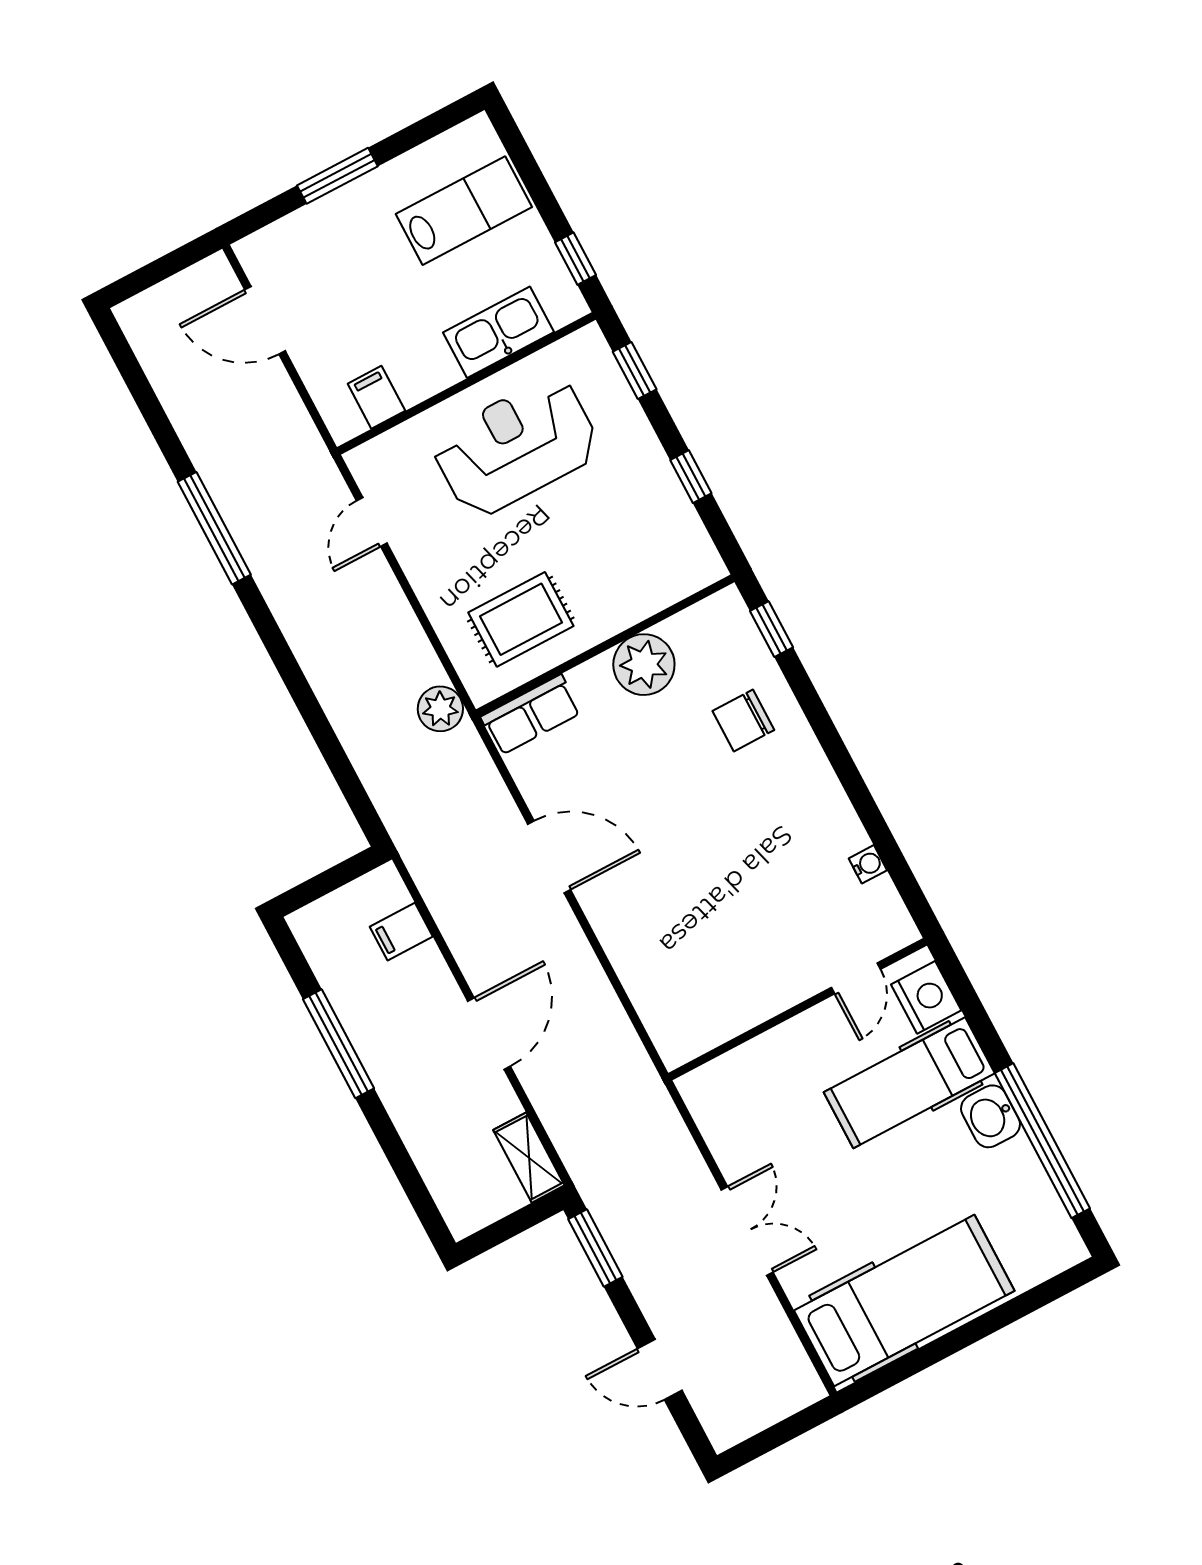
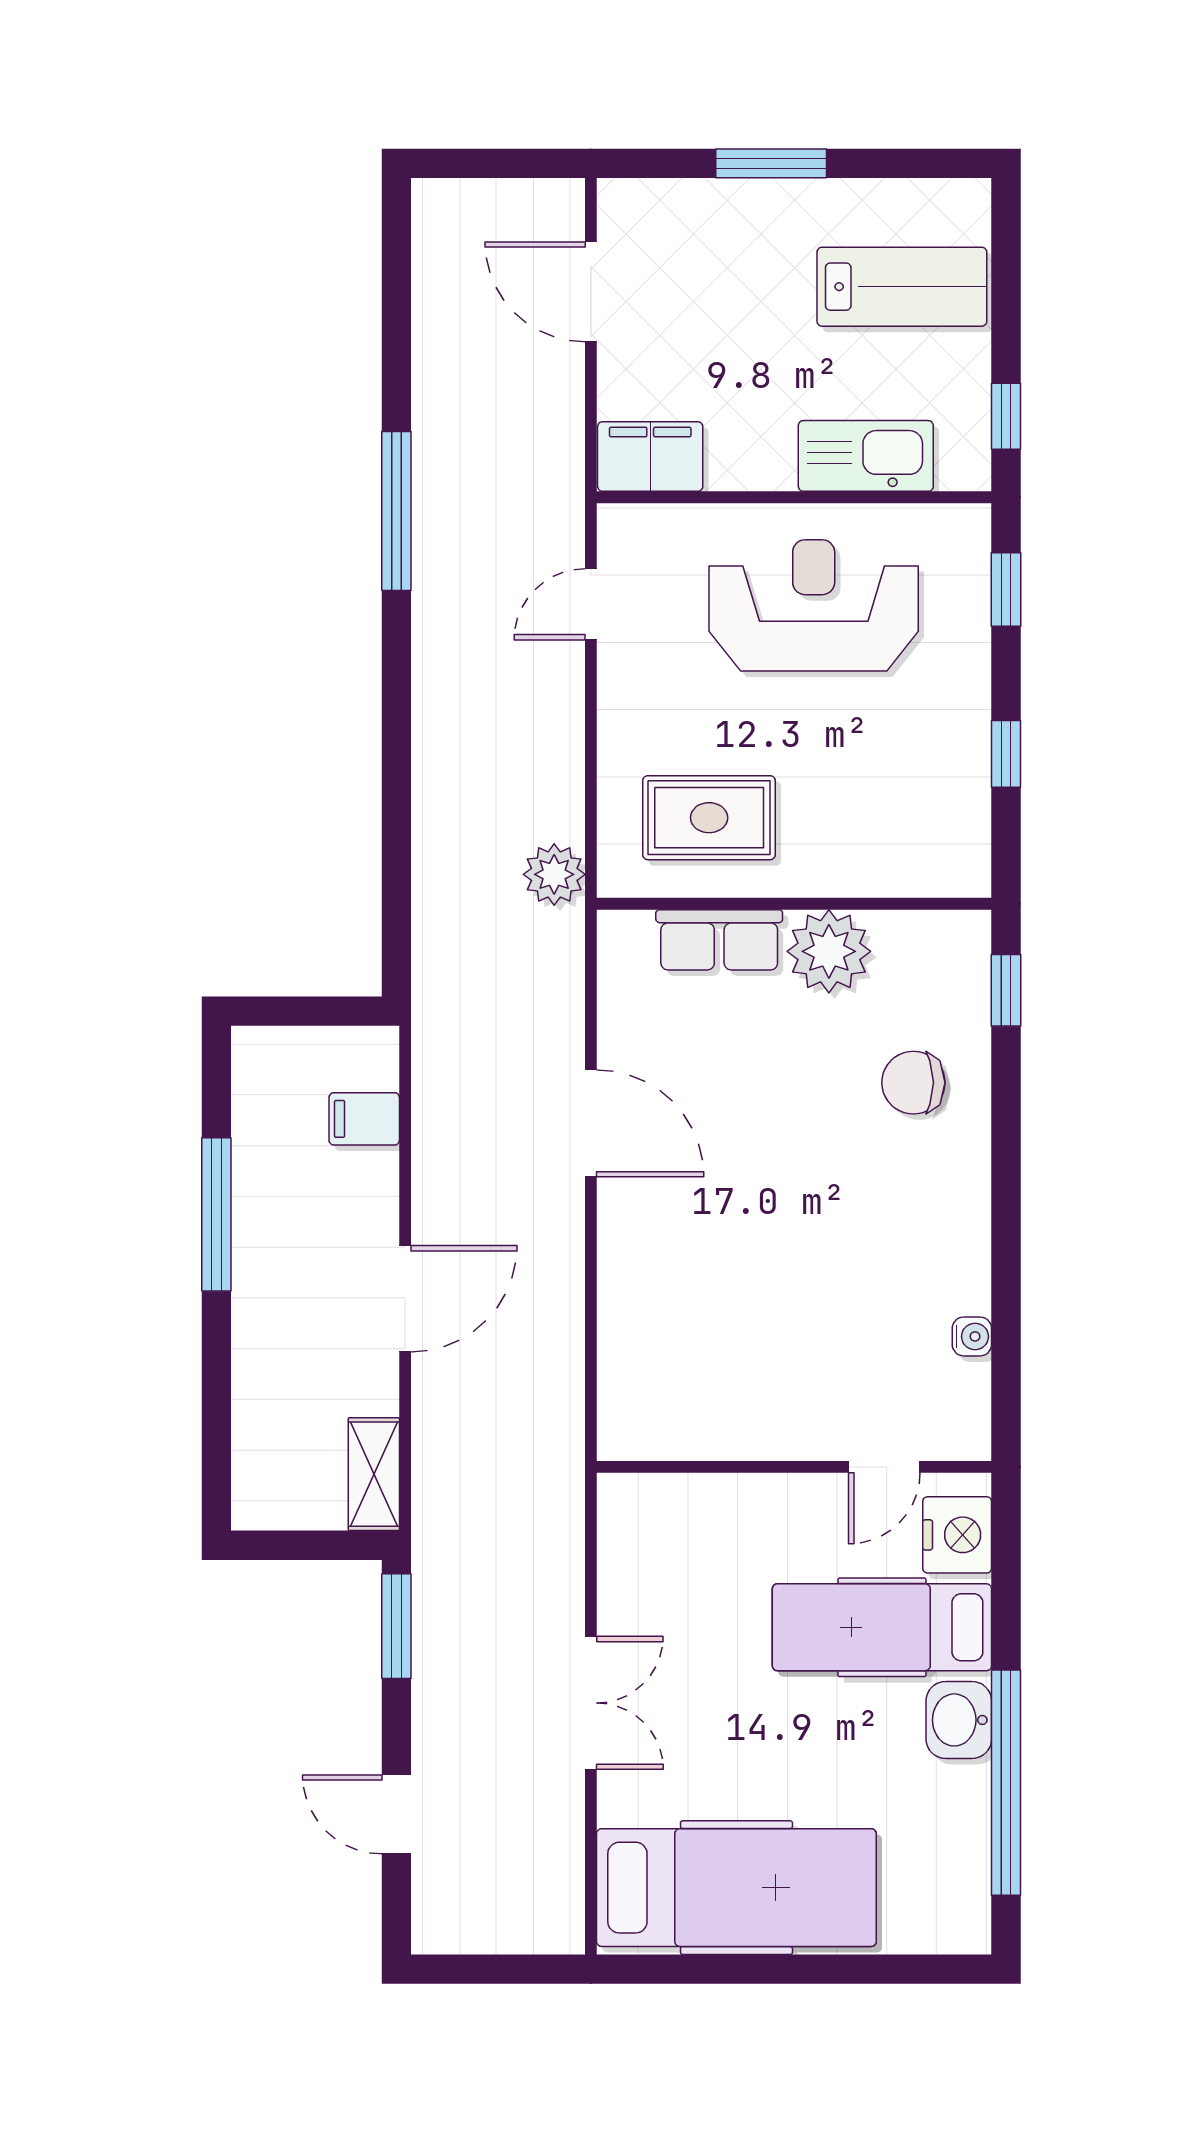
filing cabinet: (376, 397) -> (650, 456), width x2.00
row of seats: (531, 715) -> (719, 940), moved

